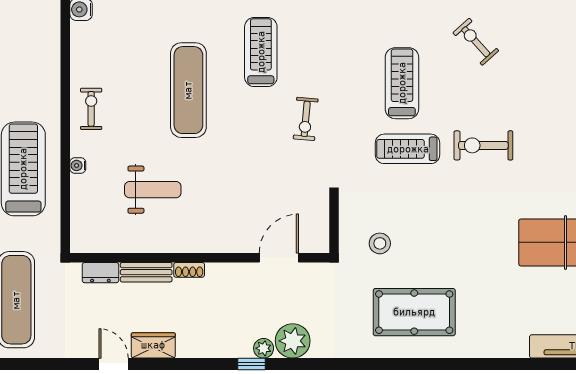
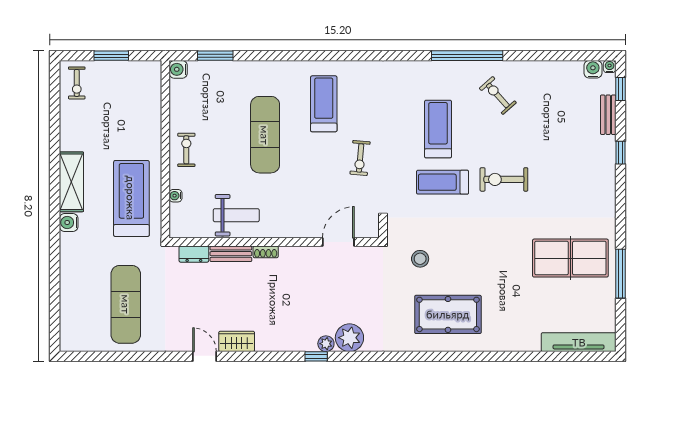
wall: (200, 258) -> (274, 242), moved
door: (279, 258) -> (338, 242), moved
shoe rack: (189, 270) -> (266, 252), moved
bench: (146, 272) -> (231, 254), moved
dresser: (100, 273) -> (194, 254), moved

